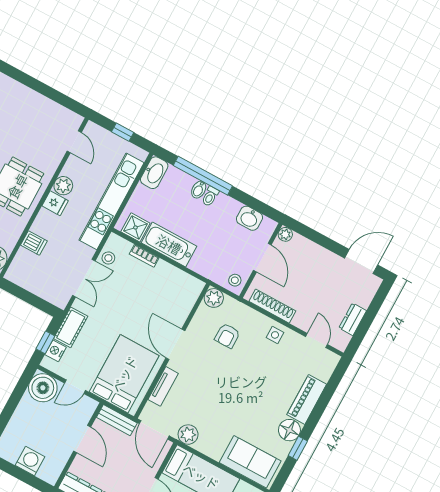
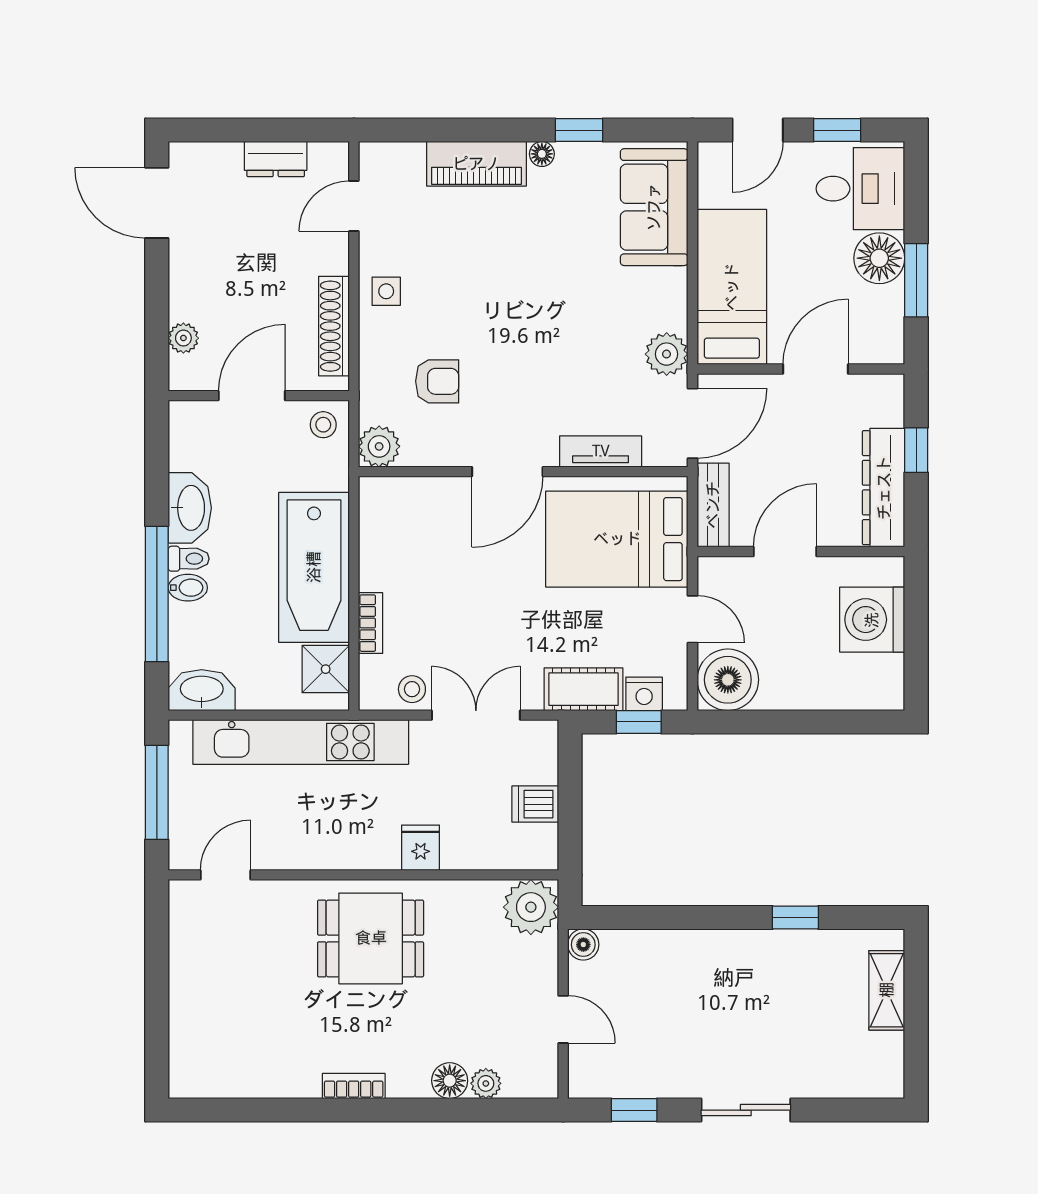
window: (123, 132) -> (157, 792), width x2.17
plant: (63, 186) -> (321, 850), removed
fridge: (55, 203) -> (421, 848), moved
washbasin: (249, 218) -> (190, 508), moved, width x1.38
plant: (285, 234) -> (183, 338), moved
dishwasher: (34, 243) -> (535, 804), moved, turned -90
bathtub: (169, 244) -> (314, 567), width x1.36, depth x1.36
floor lamp: (289, 430) -> (542, 154), width x0.53, depth x0.53
washing machine: (30, 461) -> (872, 620), width x1.37, depth x1.37

